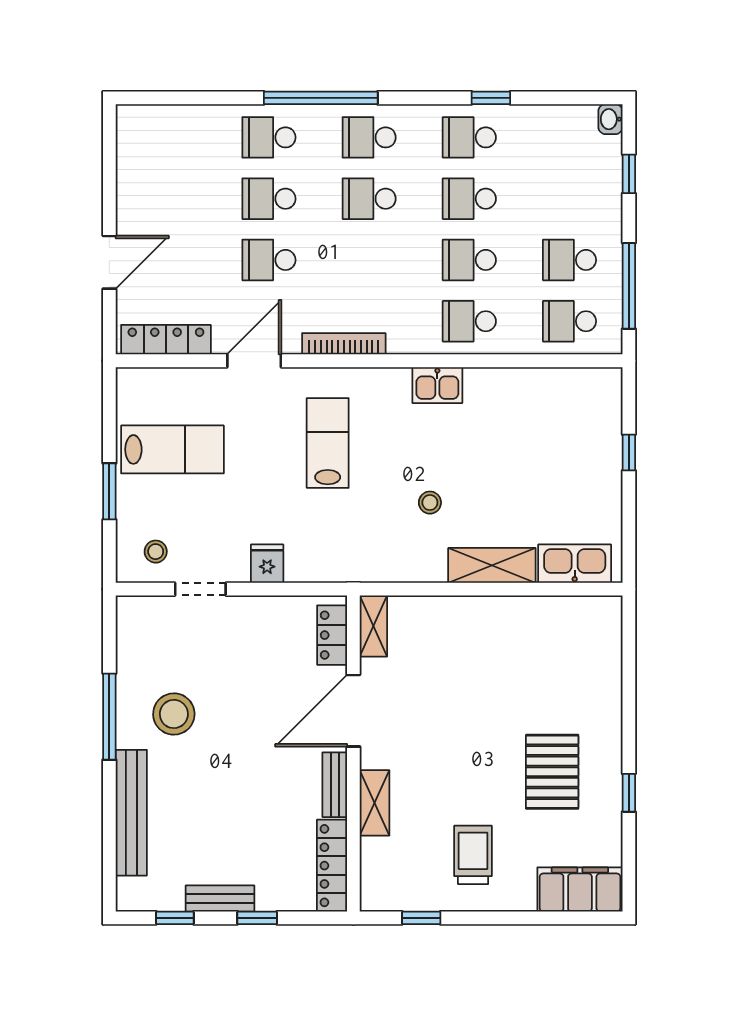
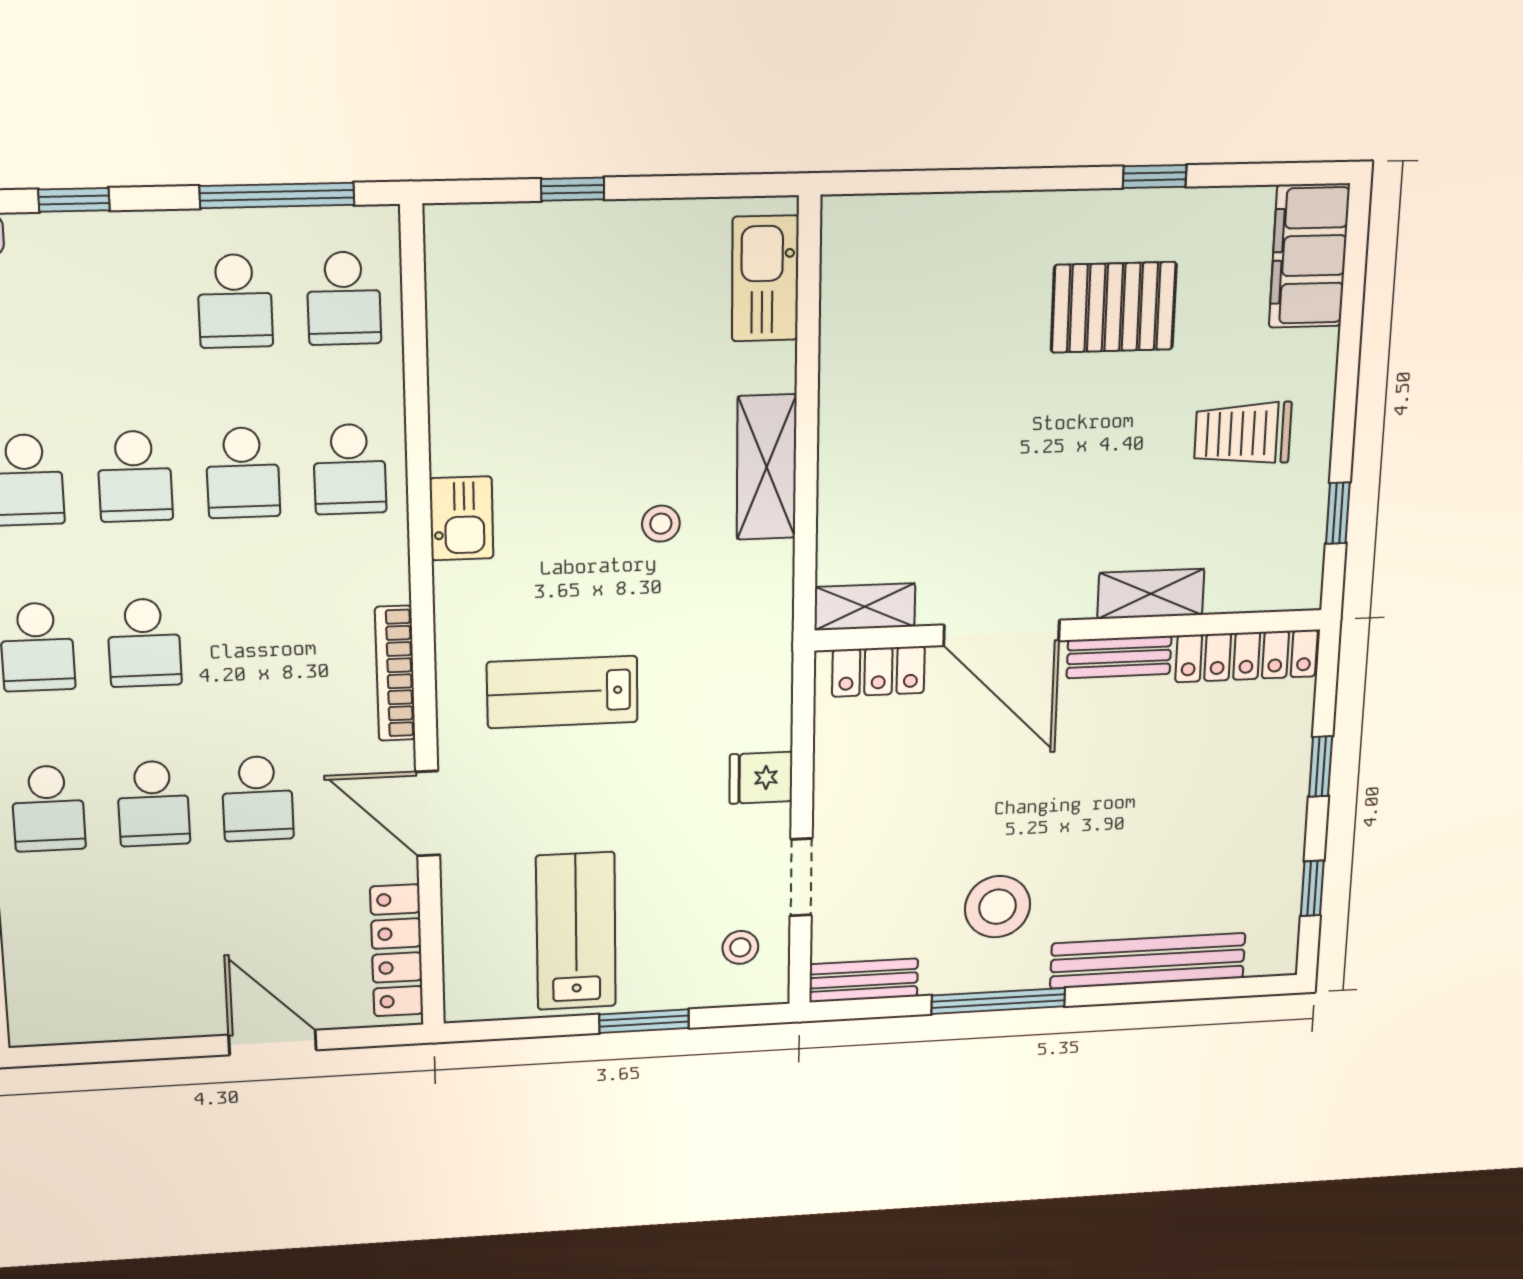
shelving: (492, 565) -> (767, 467), moved
bench: (220, 898) -> (864, 980), moved, turned 90

